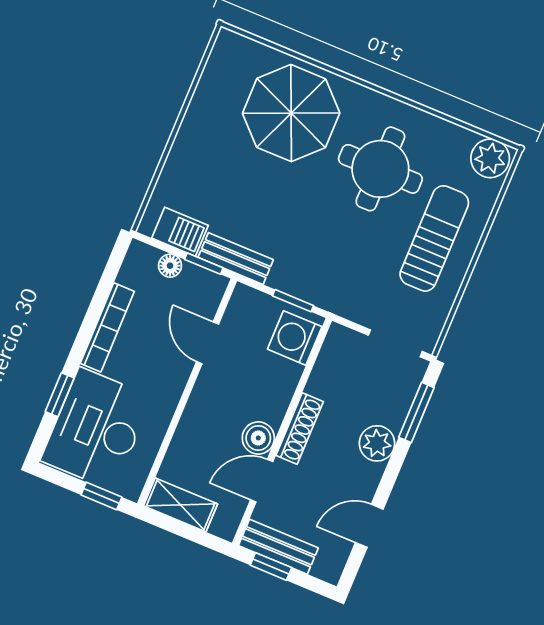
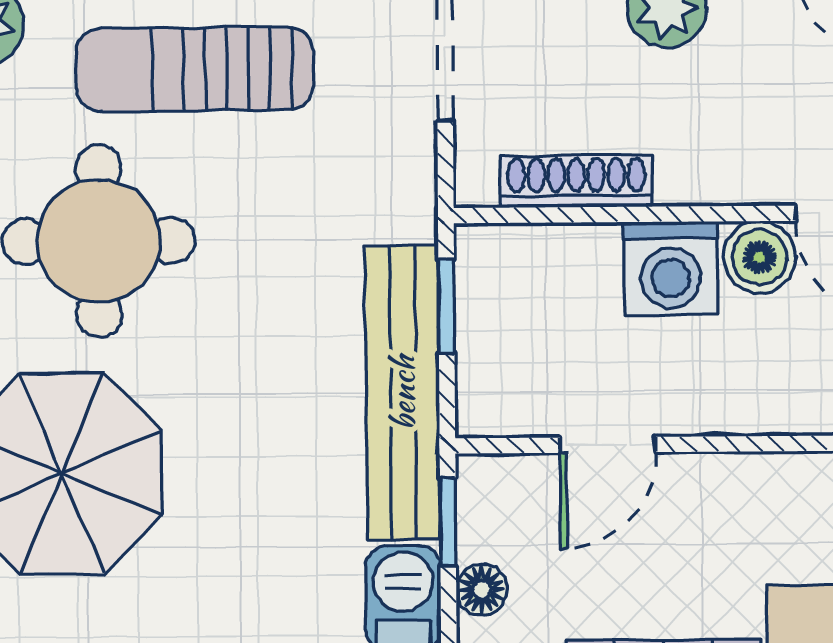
bench: (236, 259) -> (403, 393), width x1.86, depth x1.21
washing machine: (295, 338) -> (671, 269), moved
shoe rack: (300, 429) -> (576, 181), moved

